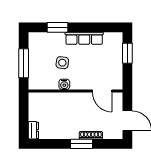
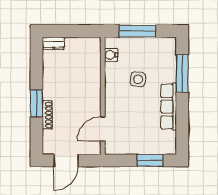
window: (58, 27) -> (182, 73), width x1.44
water cooler: (64, 84) -> (111, 55), moved

